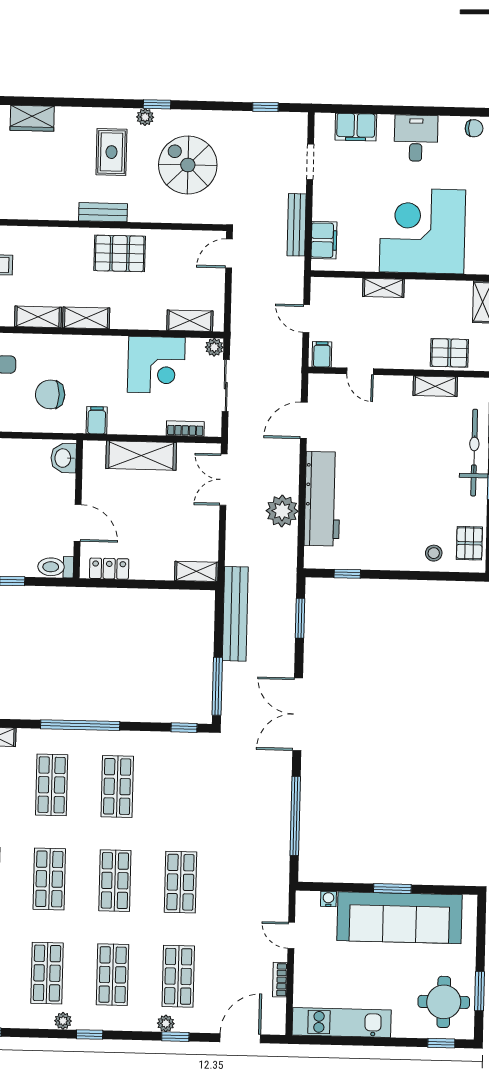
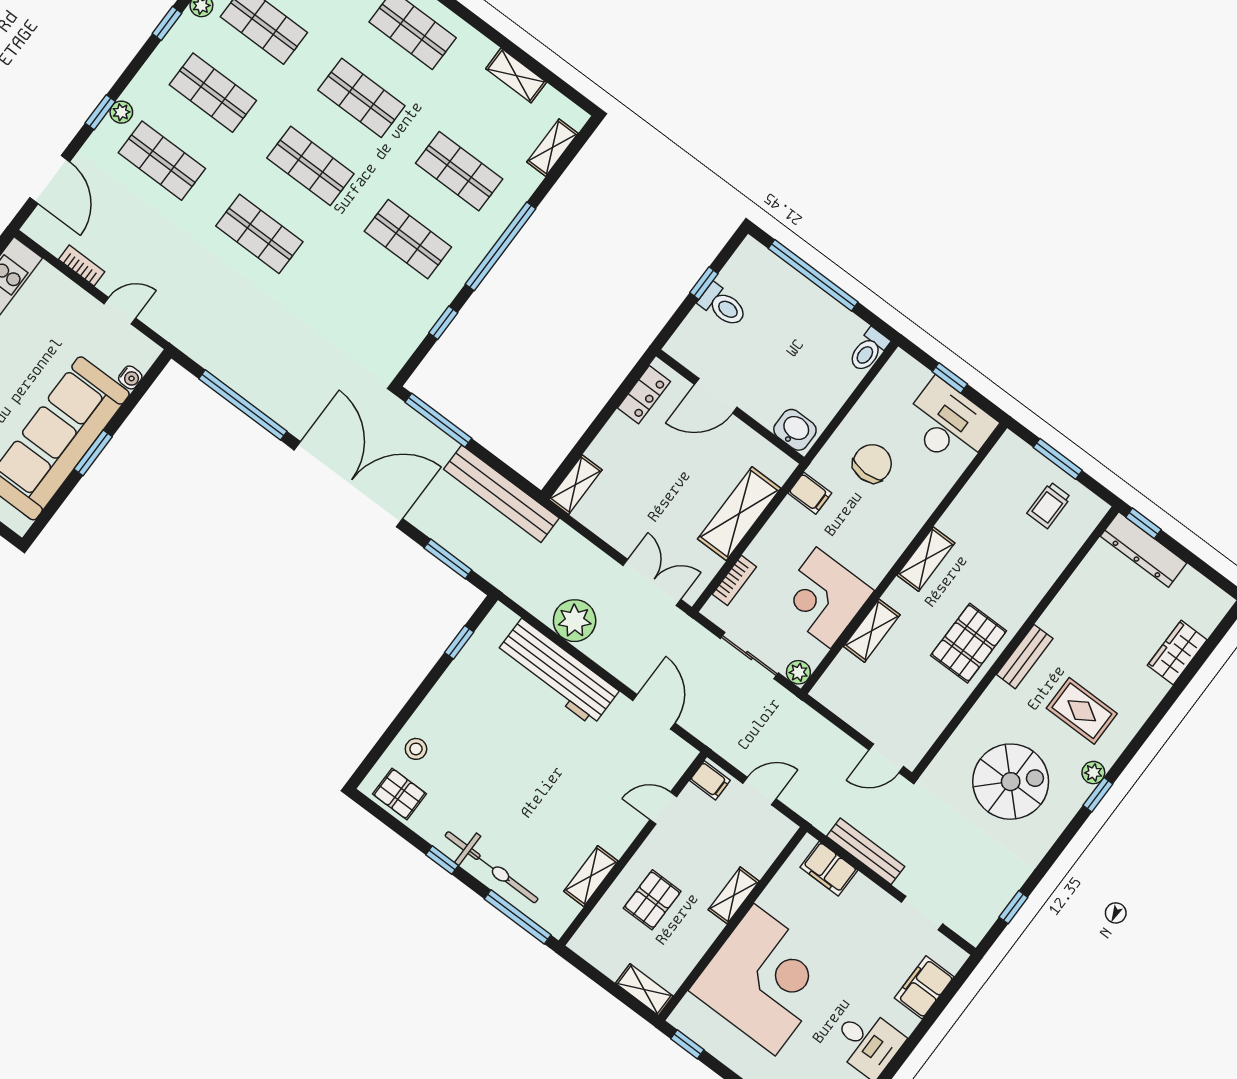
door: (229, 254) -> (886, 758), swing flipped
shelving: (38, 317) -> (963, 509), removed
shelving: (190, 321) -> (872, 631), moved
pallet: (449, 353) -> (652, 900), moved
toilet: (56, 567) -> (723, 305), moved, turned 90
double door: (298, 714) -> (348, 484), width x1.36
window: (184, 728) -> (443, 323), moved

